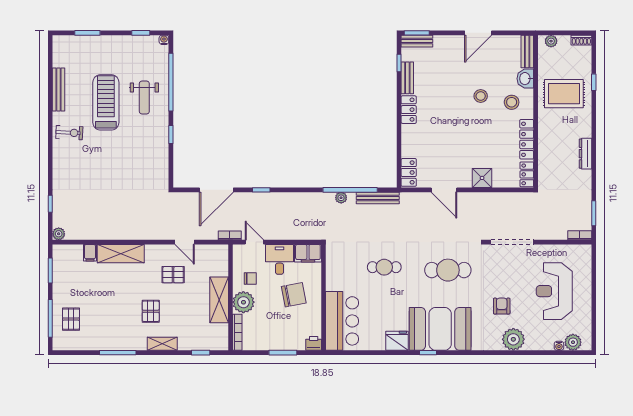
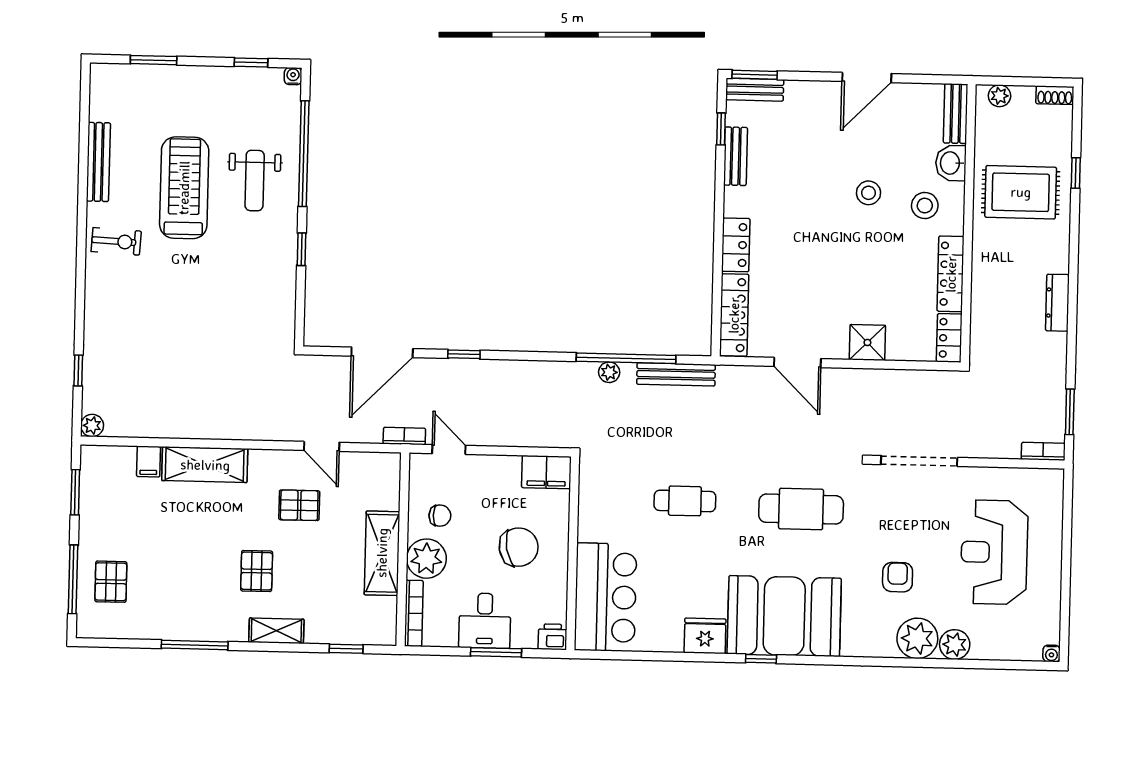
locker: (409, 110) -> (736, 245), moved
locker: (409, 172) -> (734, 315), width x1.53
desk: (280, 259) -> (485, 621), moved, turned 180
plant: (573, 342) -> (955, 645), moved
water cooler: (559, 346) -> (1051, 654), moved

